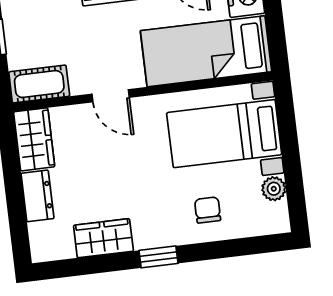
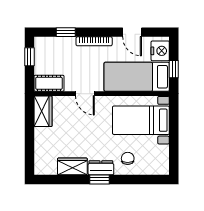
window: (275, 28) -> (174, 69), added
plant: (274, 189) -> (163, 152), removed
dresser: (37, 196) -> (101, 168), moved, turned -90

